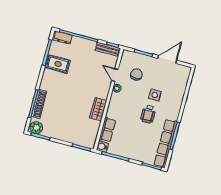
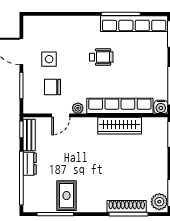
dresser: (63, 38) -> (30, 164), moved
side table: (155, 95) -> (49, 59), moved
wardrobe: (98, 109) -> (120, 126), width x1.50
row of seats: (107, 130) -> (120, 106), width x2.02

